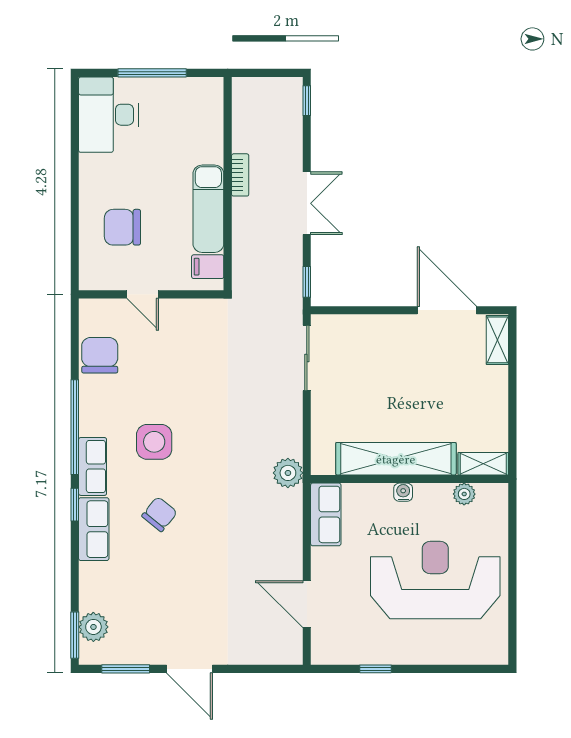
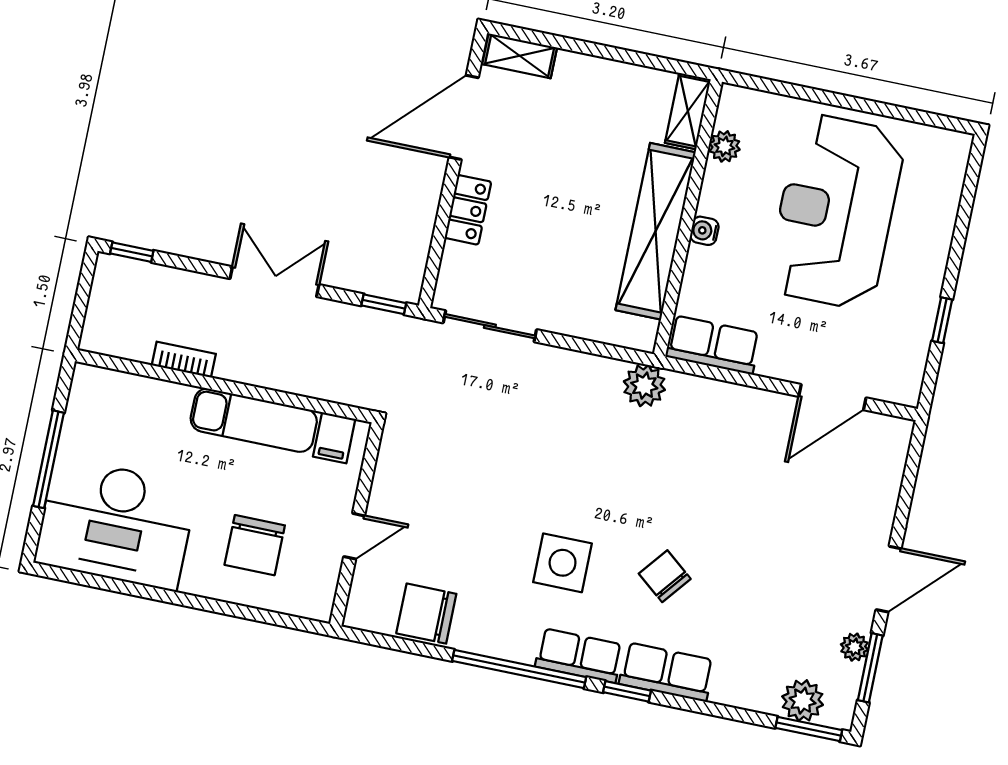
desk: (108, 115) -> (116, 524), width x1.36, depth x1.30
bookcase: (240, 175) -> (184, 360), moved
locker: (384, 326) -> (468, 210), added
plant: (138, 655) -> (854, 647), added

